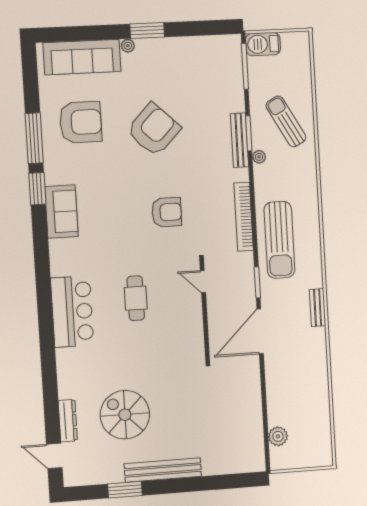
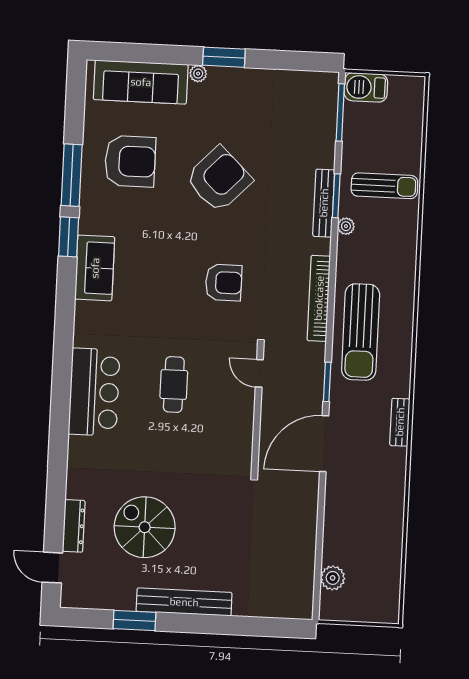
sun lounger: (286, 121) -> (384, 186), turned 119

